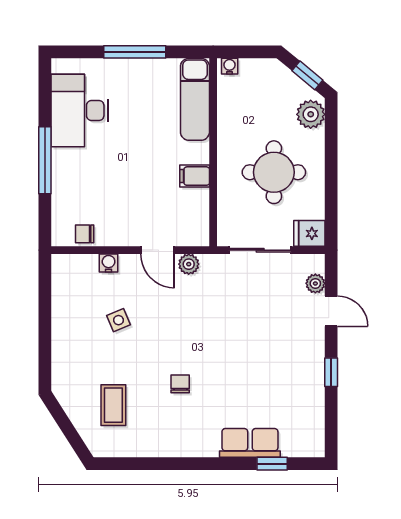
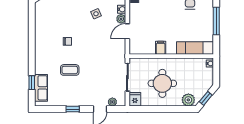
plant: (189, 264) -> (121, 19), moved
coffee table: (113, 405) -> (70, 70), moved
row of seats: (250, 443) -> (41, 88), moved

